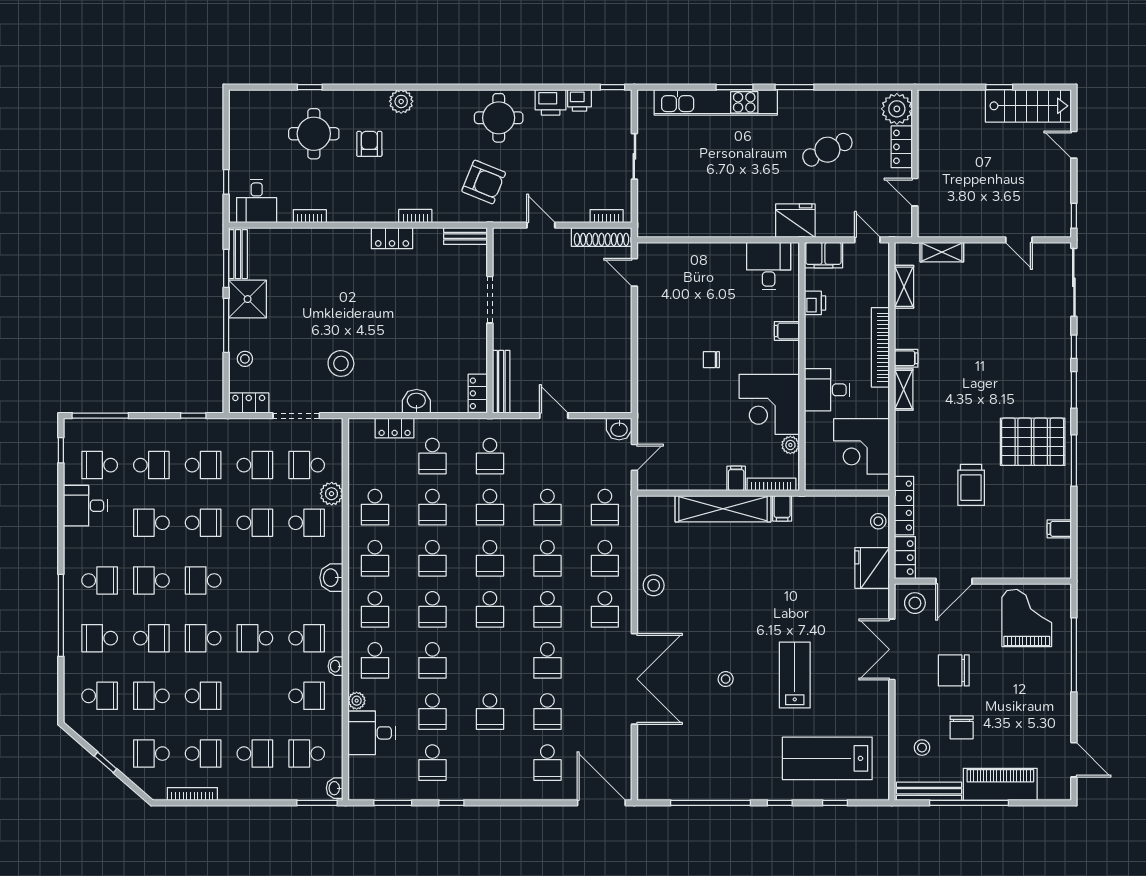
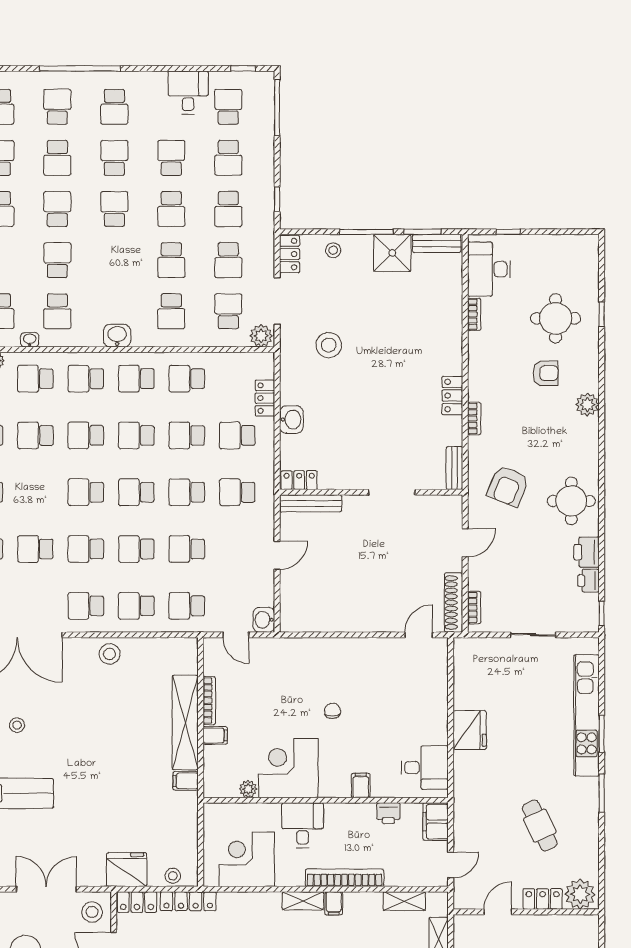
desk: (257, 201) -> (489, 269), width x1.37
fridge: (795, 221) -> (470, 730), moved
bookcase: (771, 484) -> (209, 701), moved
plant: (332, 494) -> (261, 336), moved

